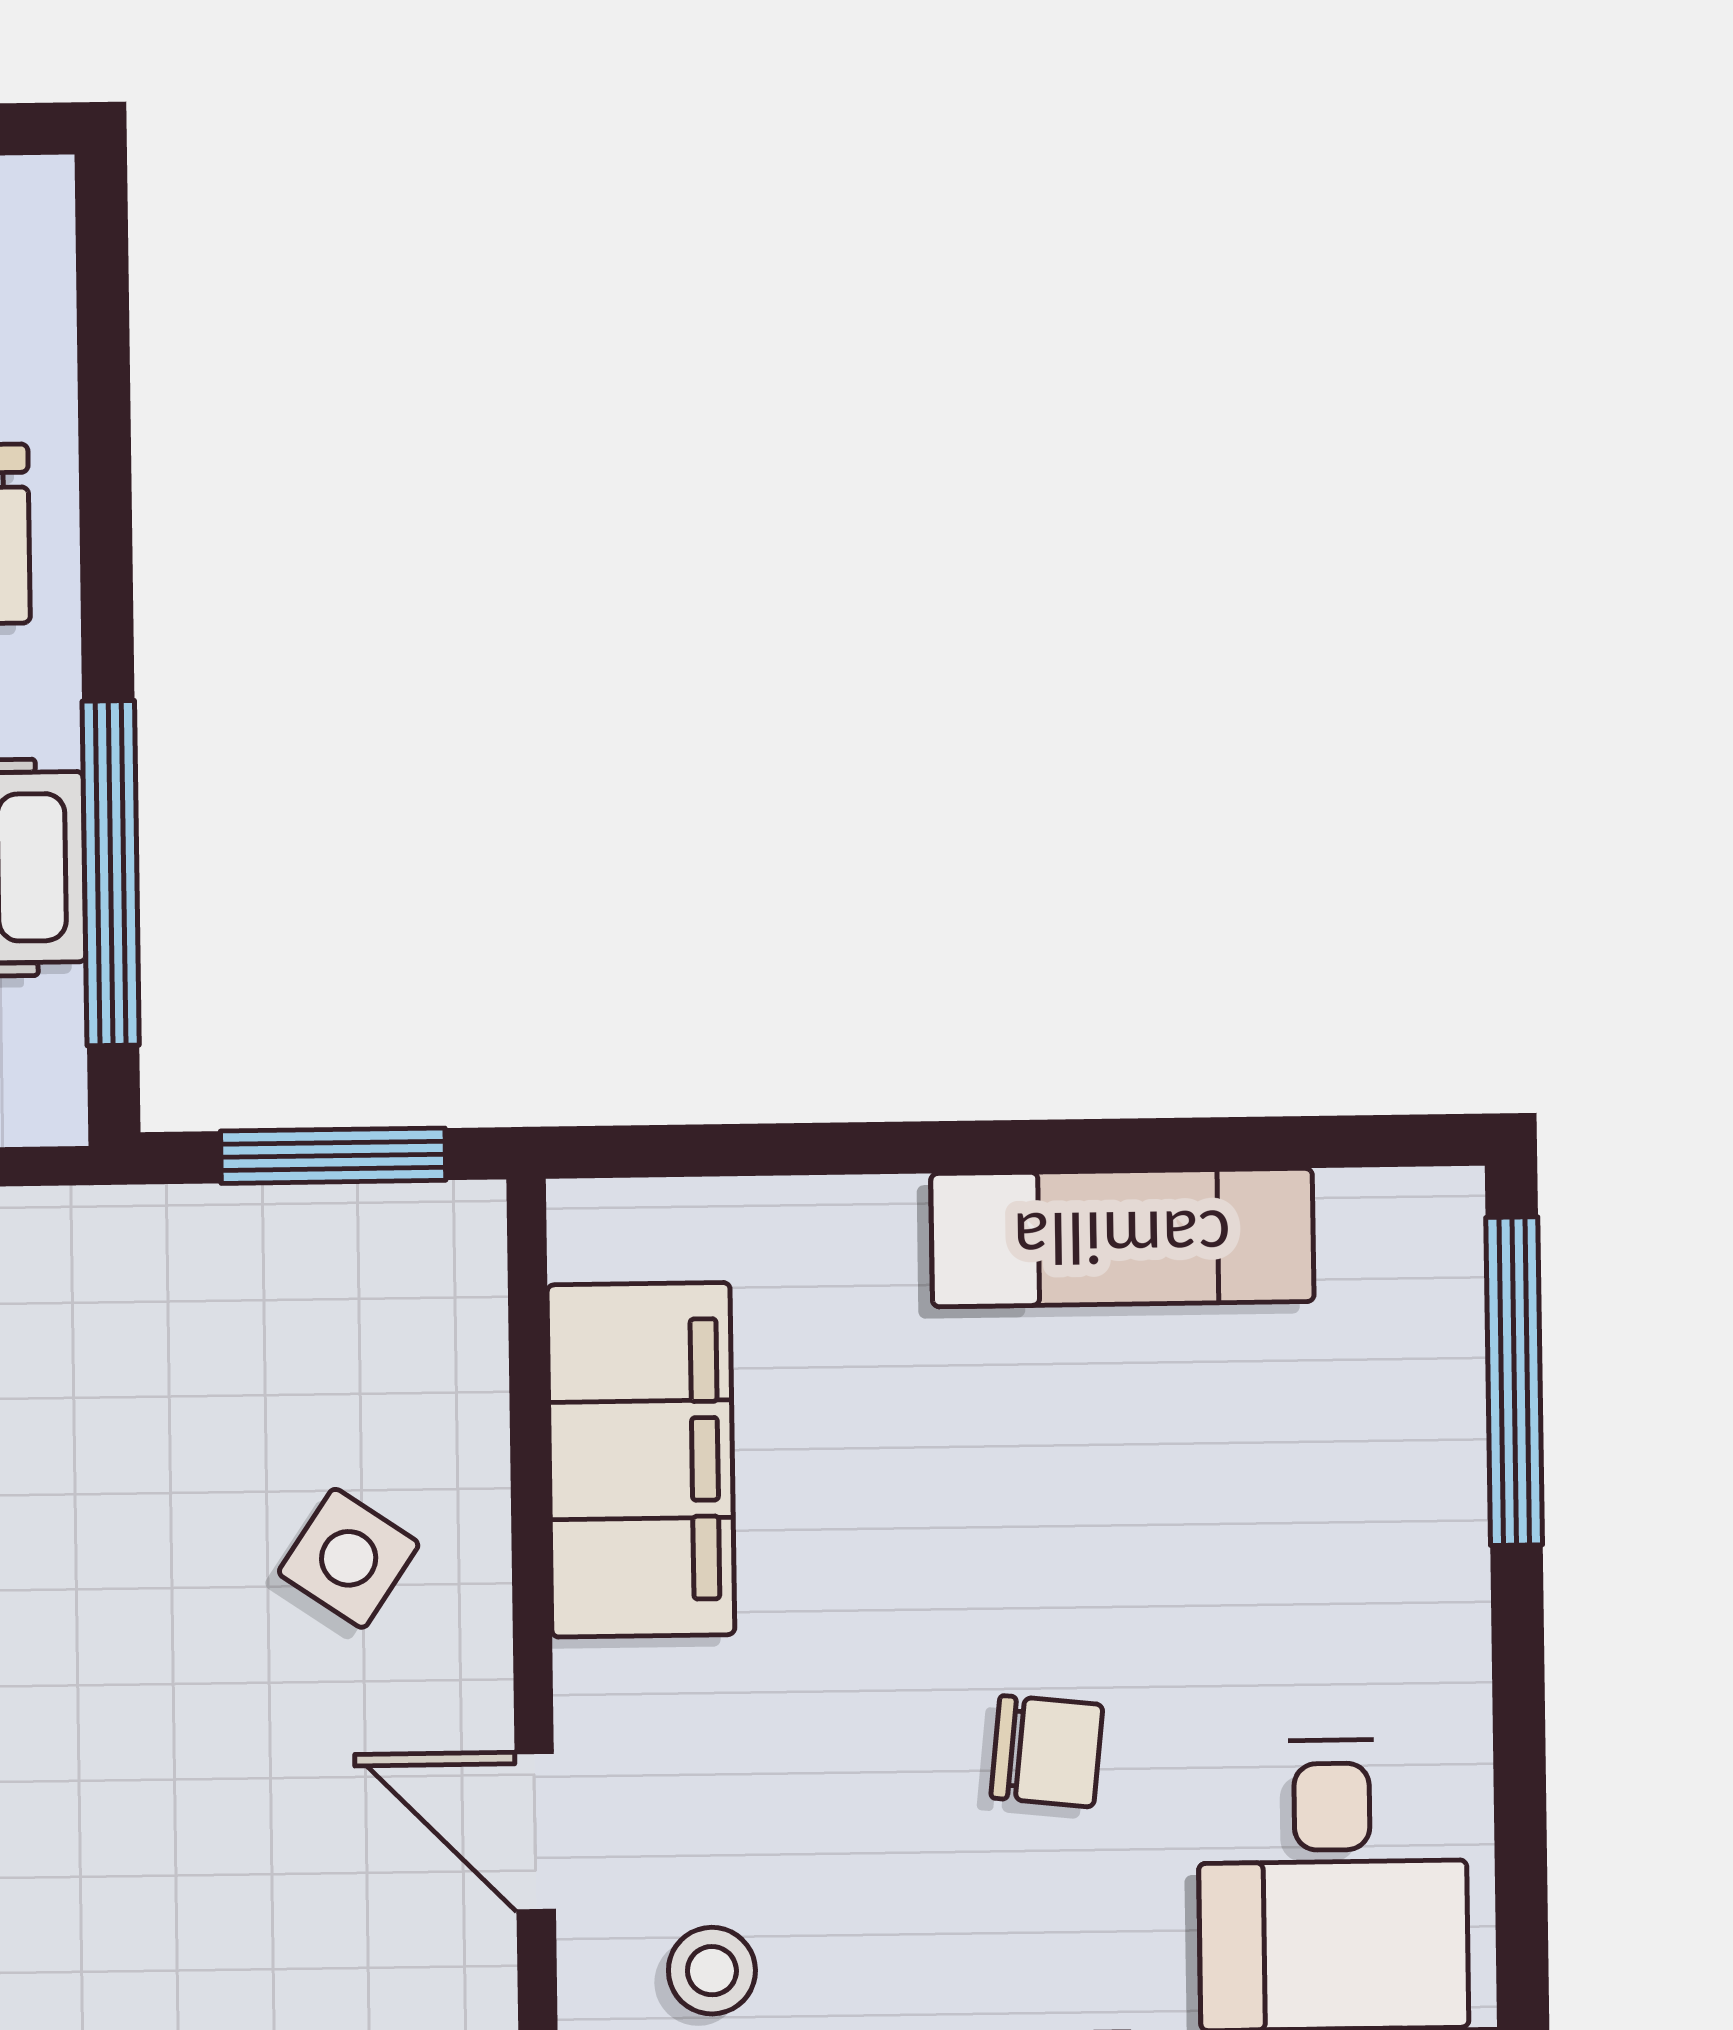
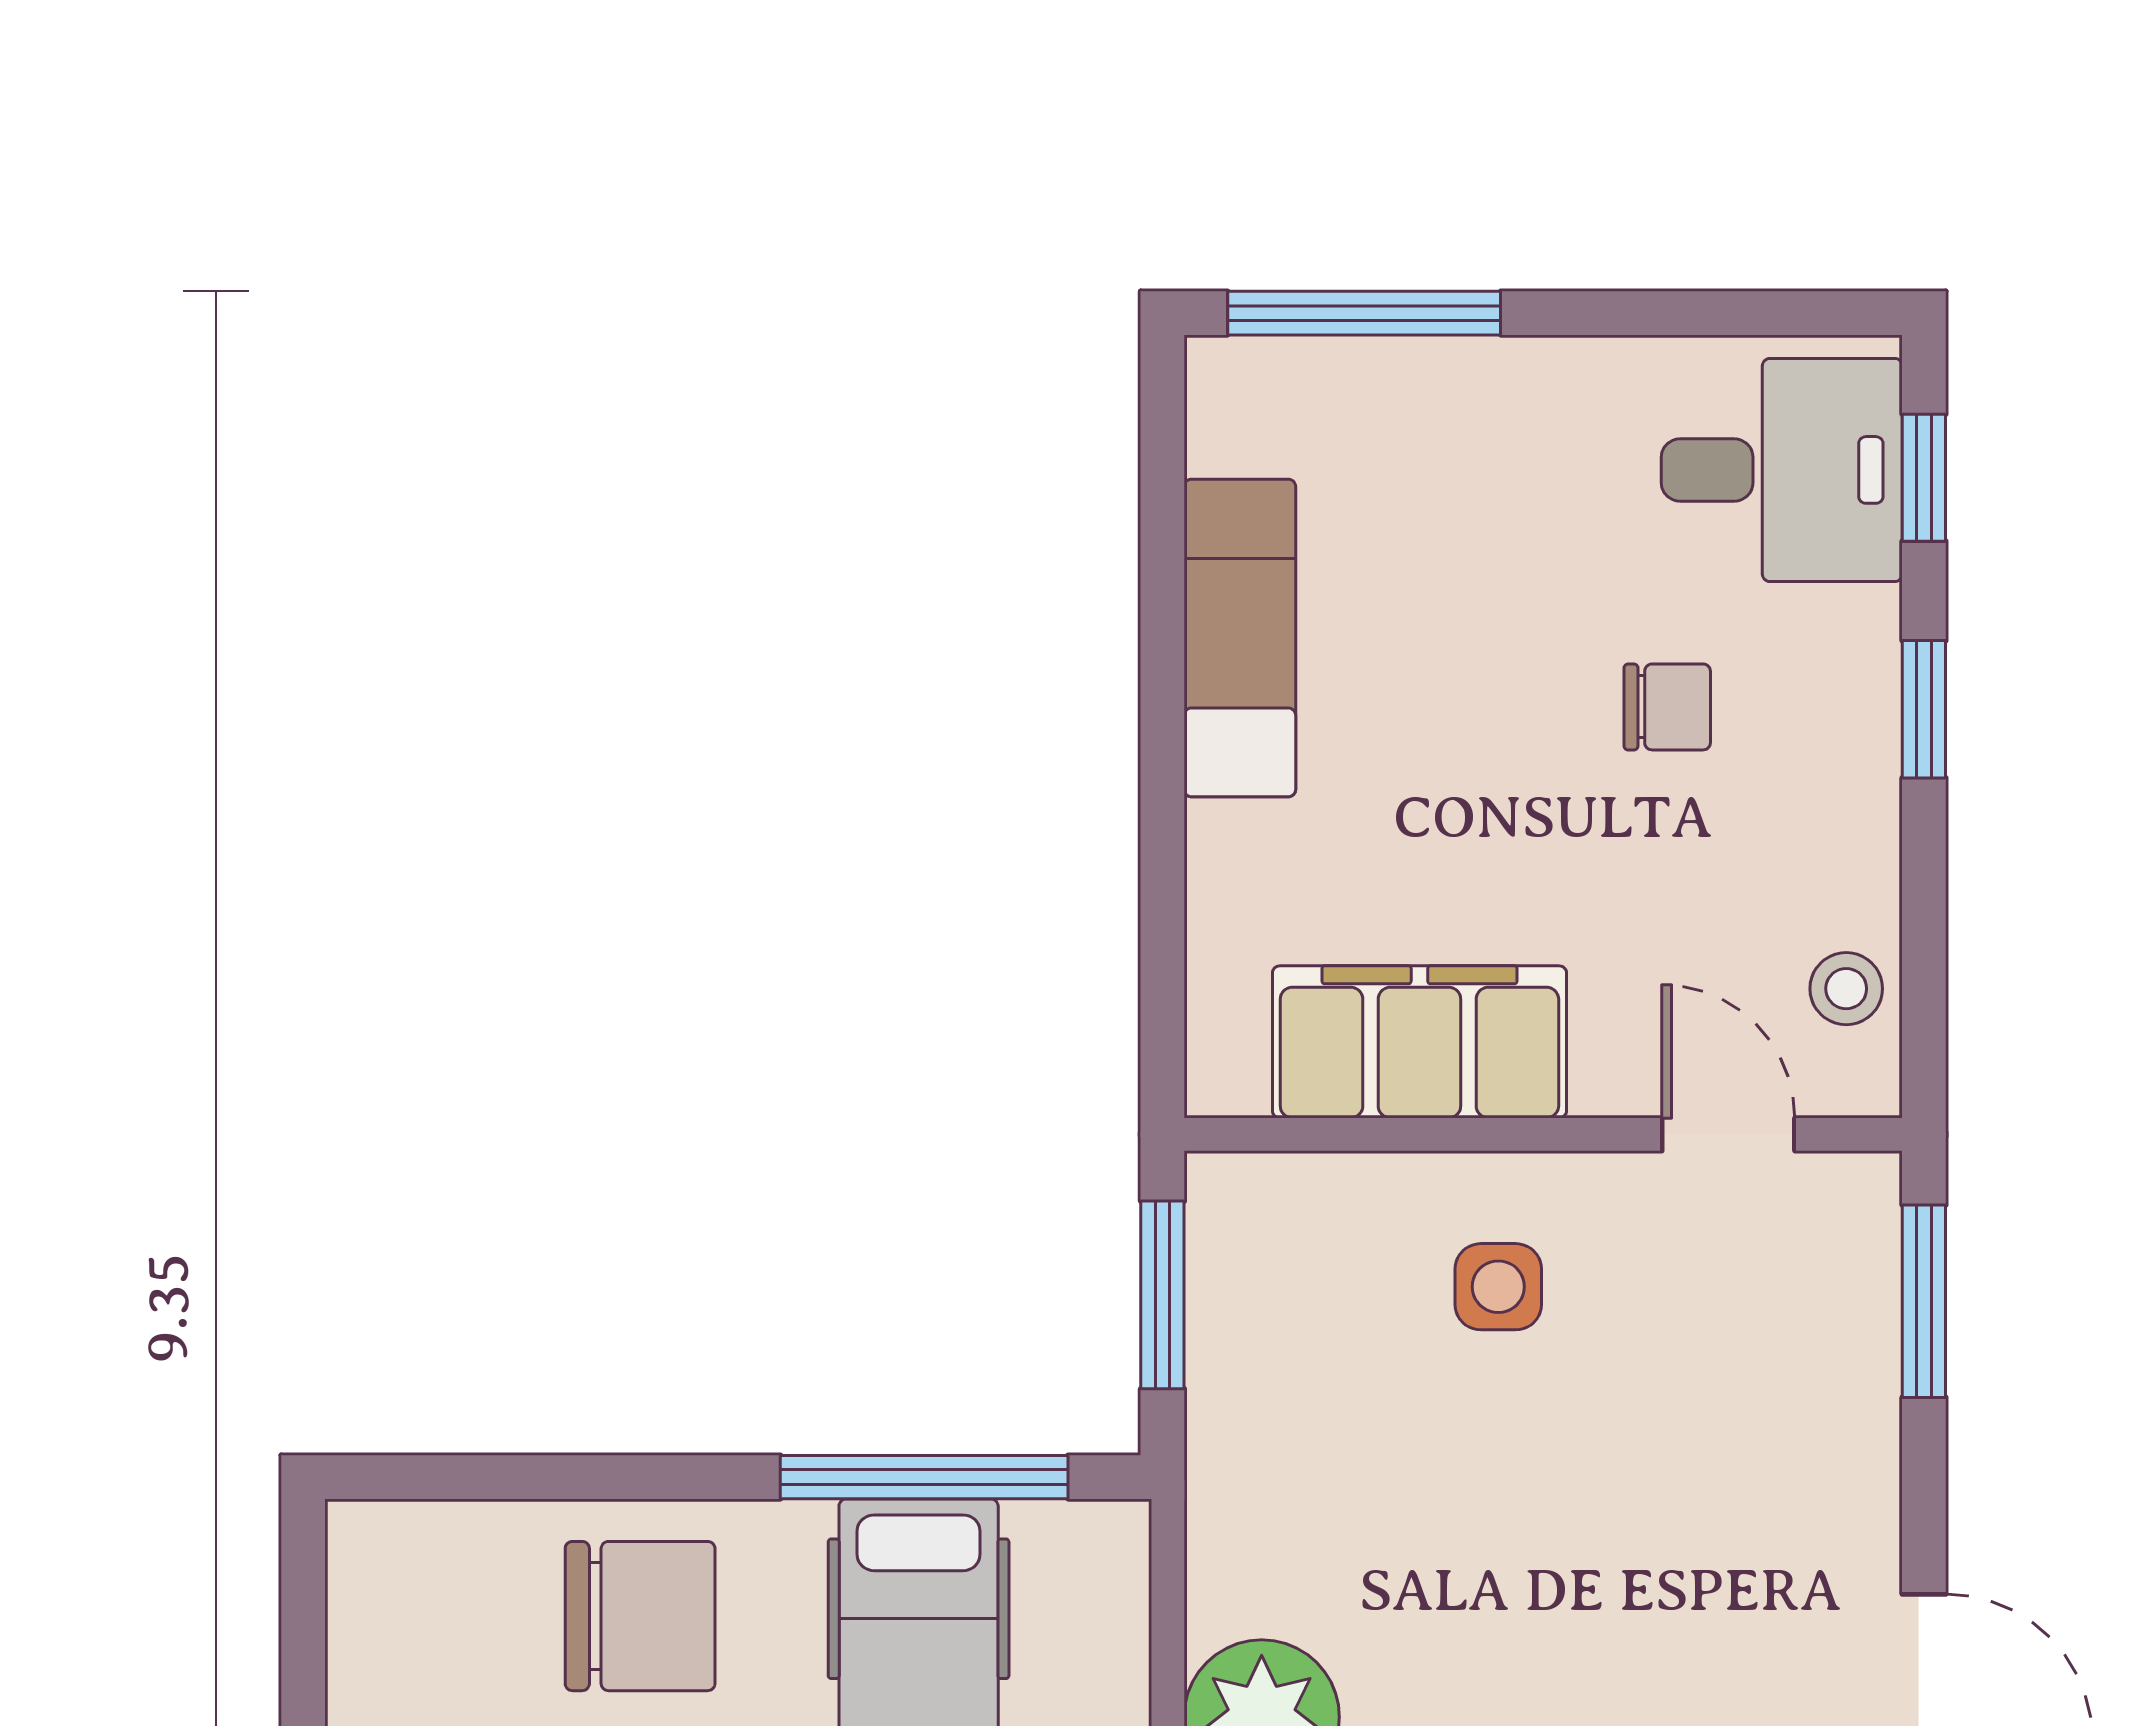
side table: (349, 1558) -> (1498, 1287), turned -34
chair: (1047, 1751) -> (1667, 707), turned 84
door: (535, 1832) -> (1728, 1134), swing flipped

